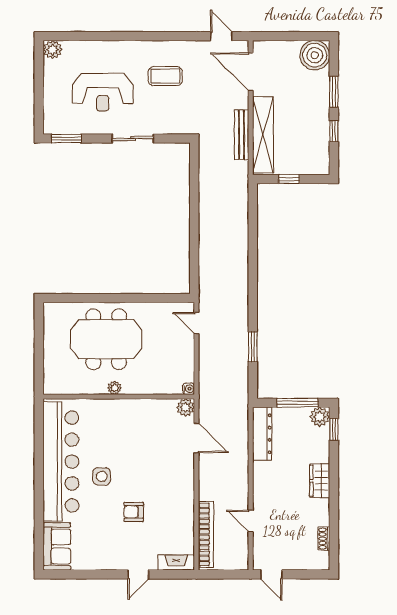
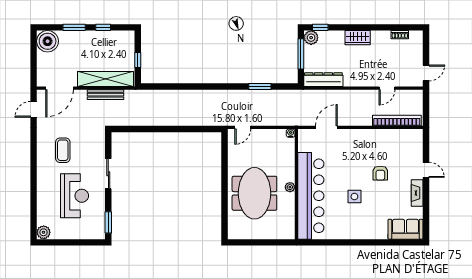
plant: (186, 407) -> (304, 135), removed
bar counter: (61, 462) -> (311, 196), moved, turned 90
fireplace: (176, 562) -> (417, 193), moved

